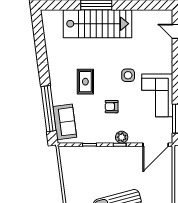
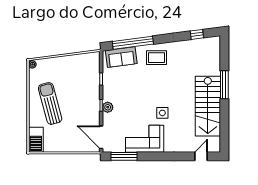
stairs: (97, 24) -> (208, 106), moved
window: (39, 36) -> (197, 34), added
rug: (85, 82) -> (156, 58), moved
armchair: (112, 107) -> (135, 98), removed

